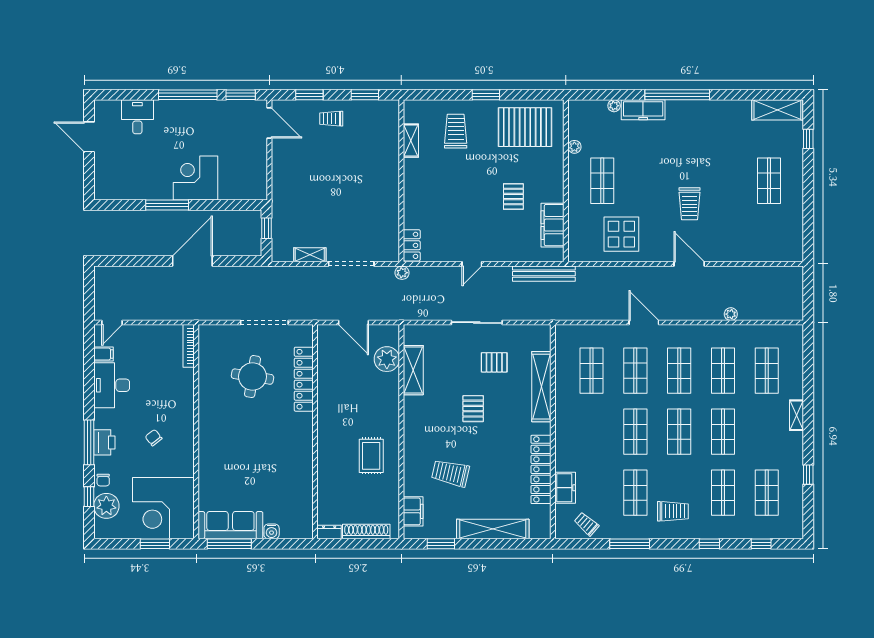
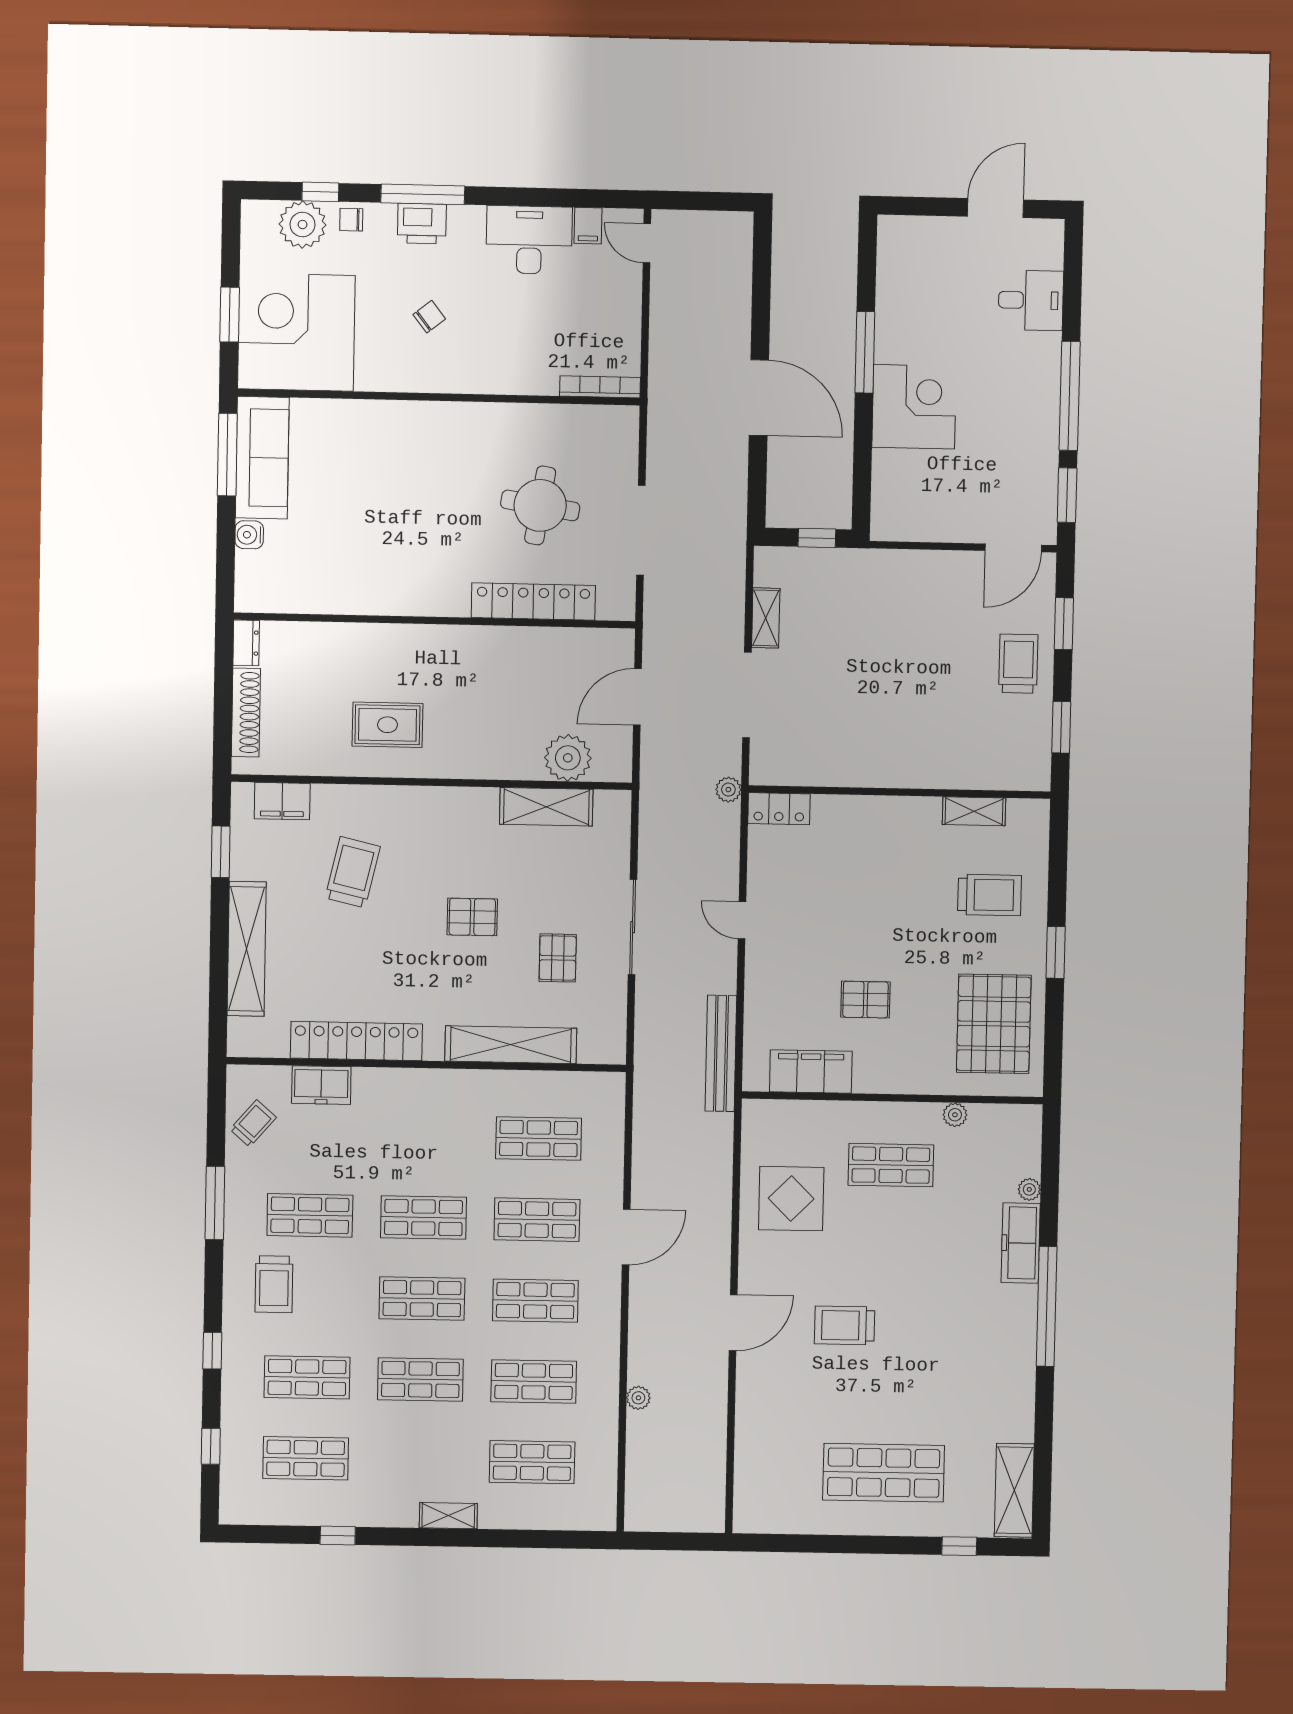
trolley: (331, 119) -> (1018, 664), width x1.36, depth x1.39
shop shelf: (769, 181) -> (884, 1473), width x1.43, depth x1.36

